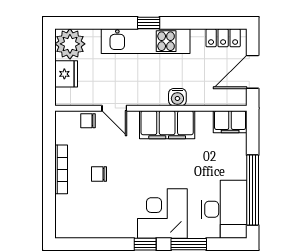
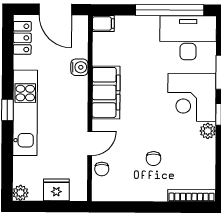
plant: (70, 44) -> (20, 193), width x0.53, depth x0.53
water cooler: (177, 97) -> (79, 67), moved
filing cabinet: (230, 122) -> (103, 23), width x0.50
bookcase: (61, 169) -> (192, 196), moved
plant: (128, 230) -> (208, 131), added

